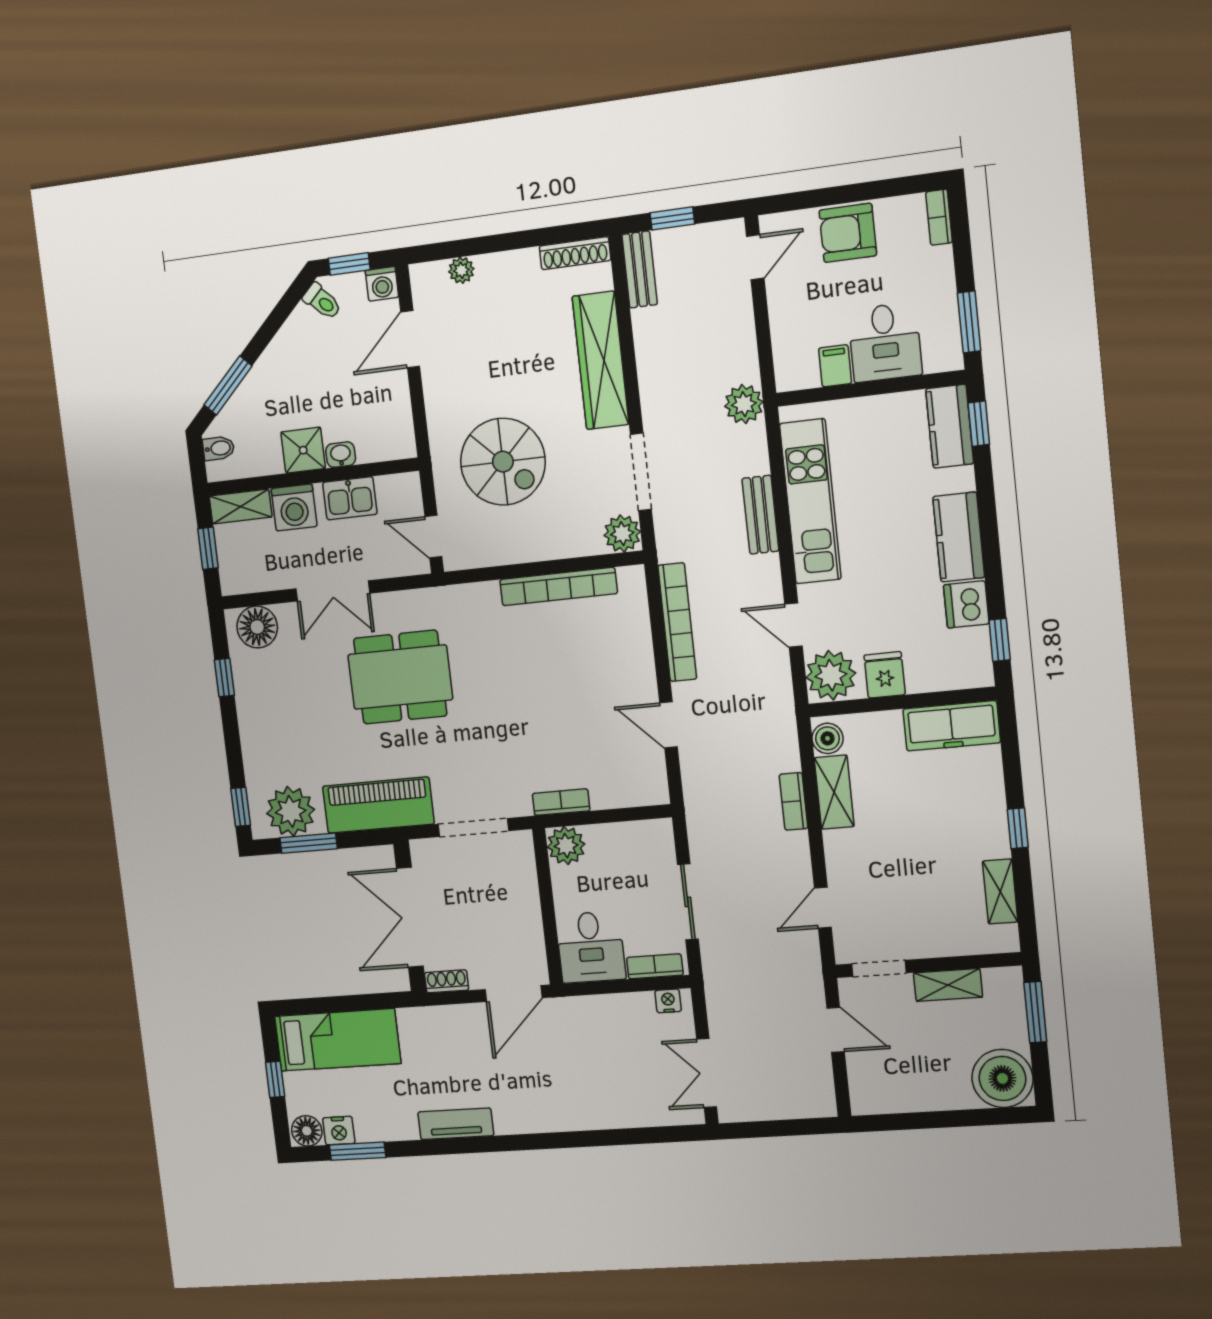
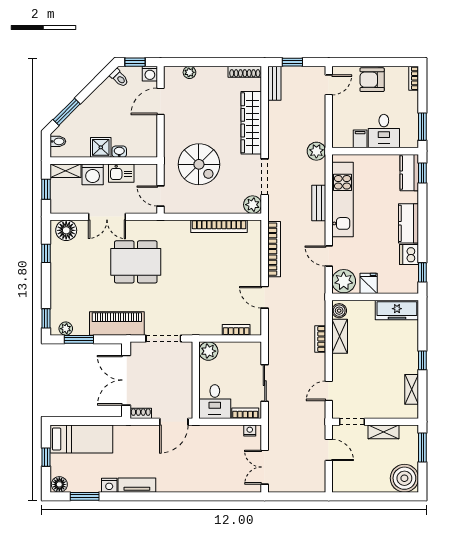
bookcase: (561, 802) -> (236, 330), moved
plant: (291, 811) -> (66, 329), width x0.53, depth x0.53
nightstand: (339, 1131) -> (109, 485), moved

